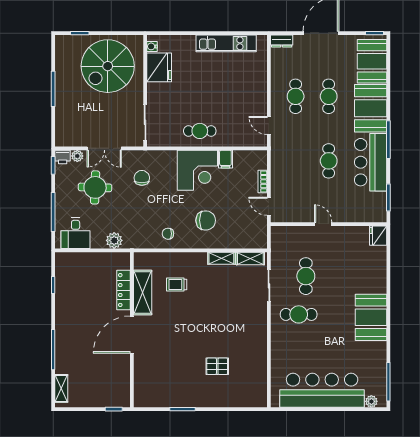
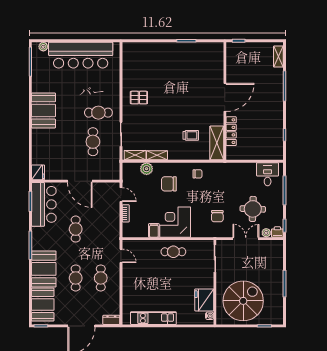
bar counter: (371, 162) -> (44, 204), moved
door: (323, 224) -> (80, 181), width x1.88
plant: (114, 240) -> (147, 169), moved
shelving: (143, 292) -> (217, 143), moved
pallet: (217, 366) -> (139, 98), moved

